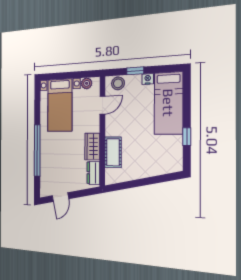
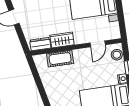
plant: (87, 83) -> (114, 27), removed
door: (102, 105) -> (98, 44), hinge flipped

